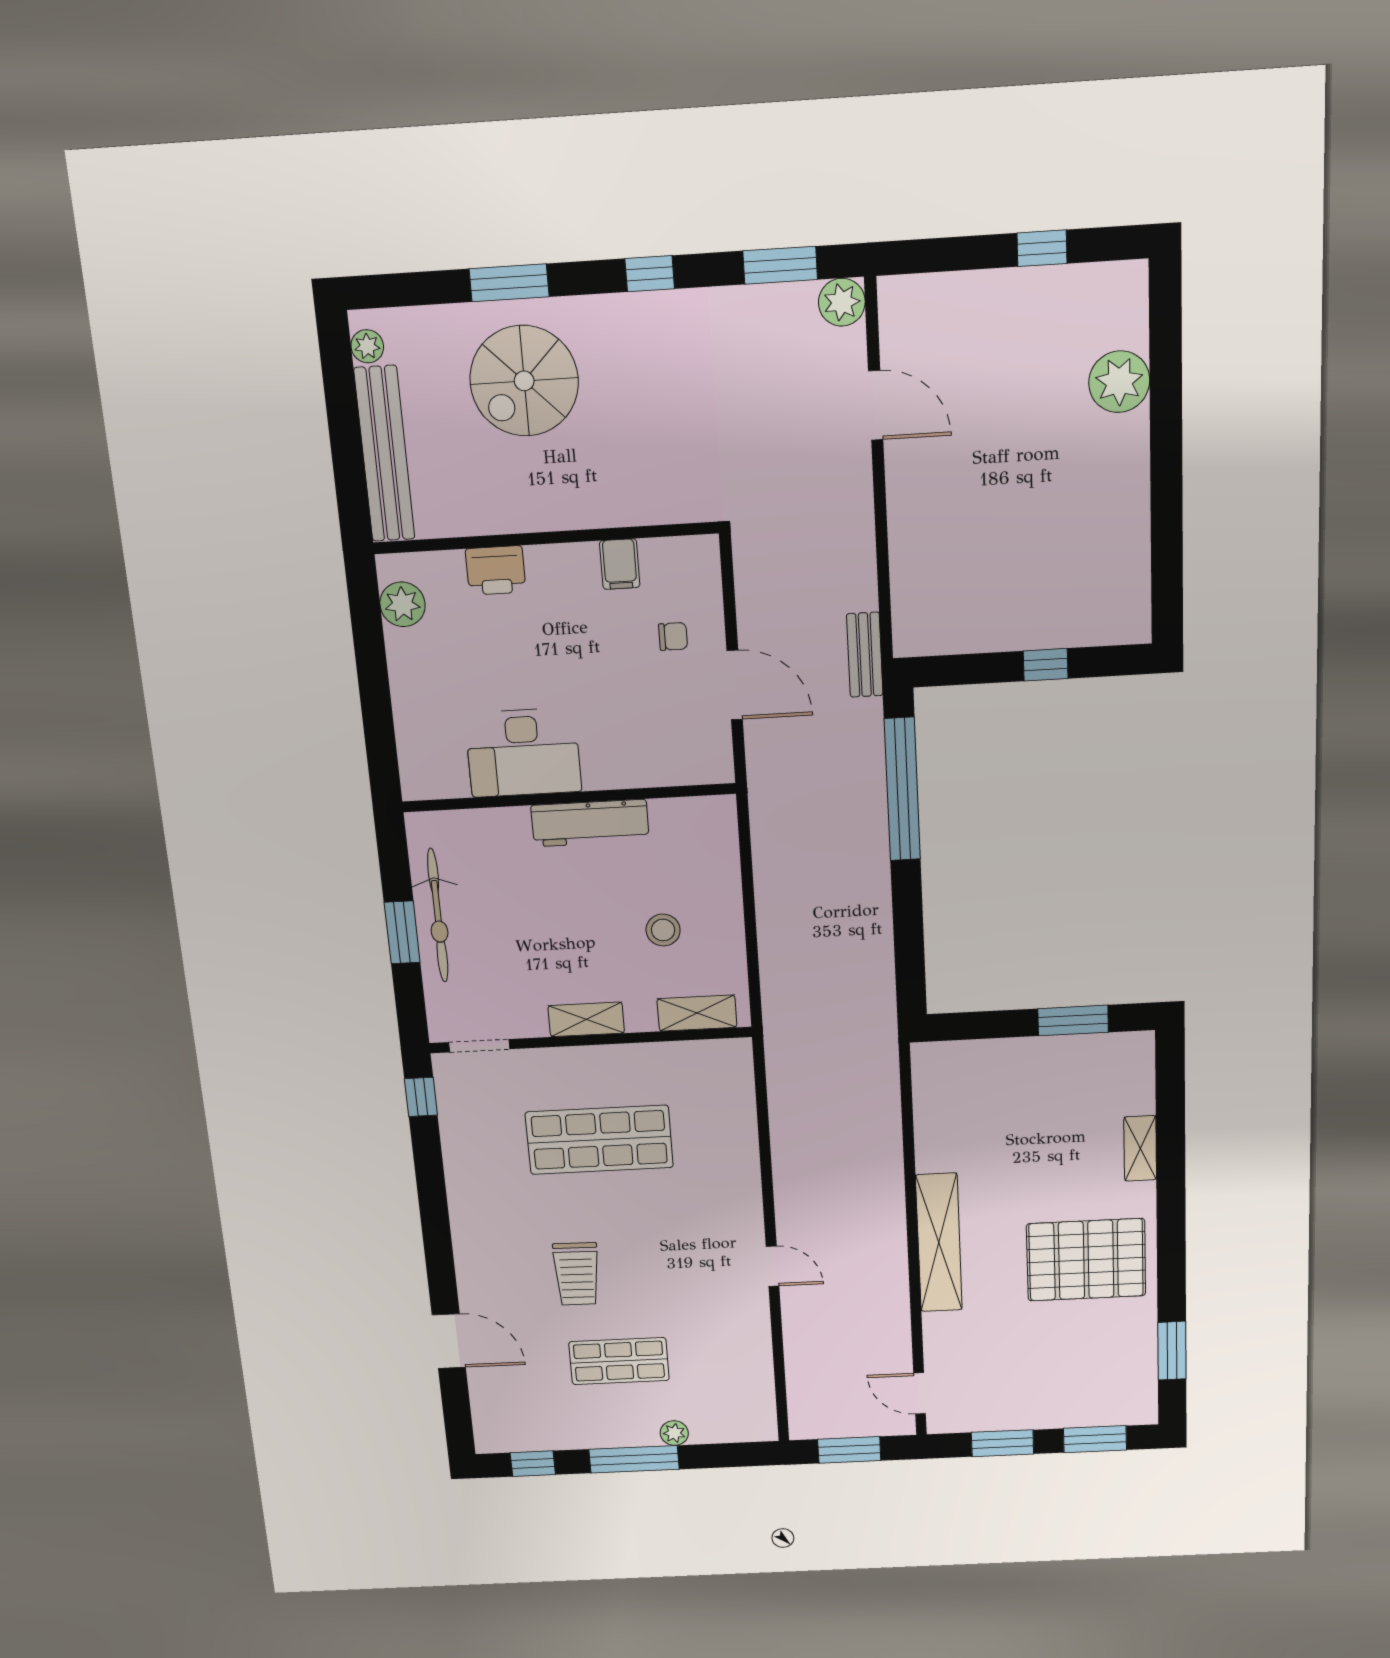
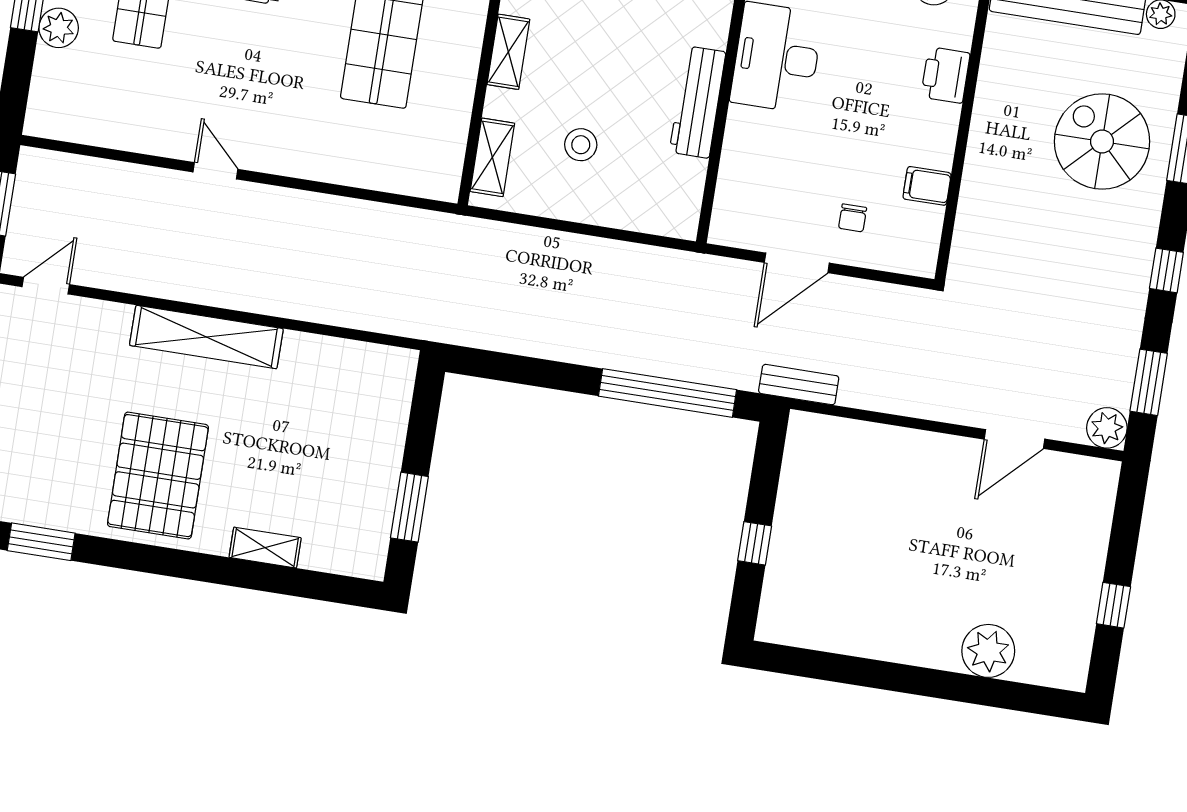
door: (773, 1266) -> (215, 171), swing flipped
plant: (674, 1433) -> (59, 28), width x1.38, depth x1.38

